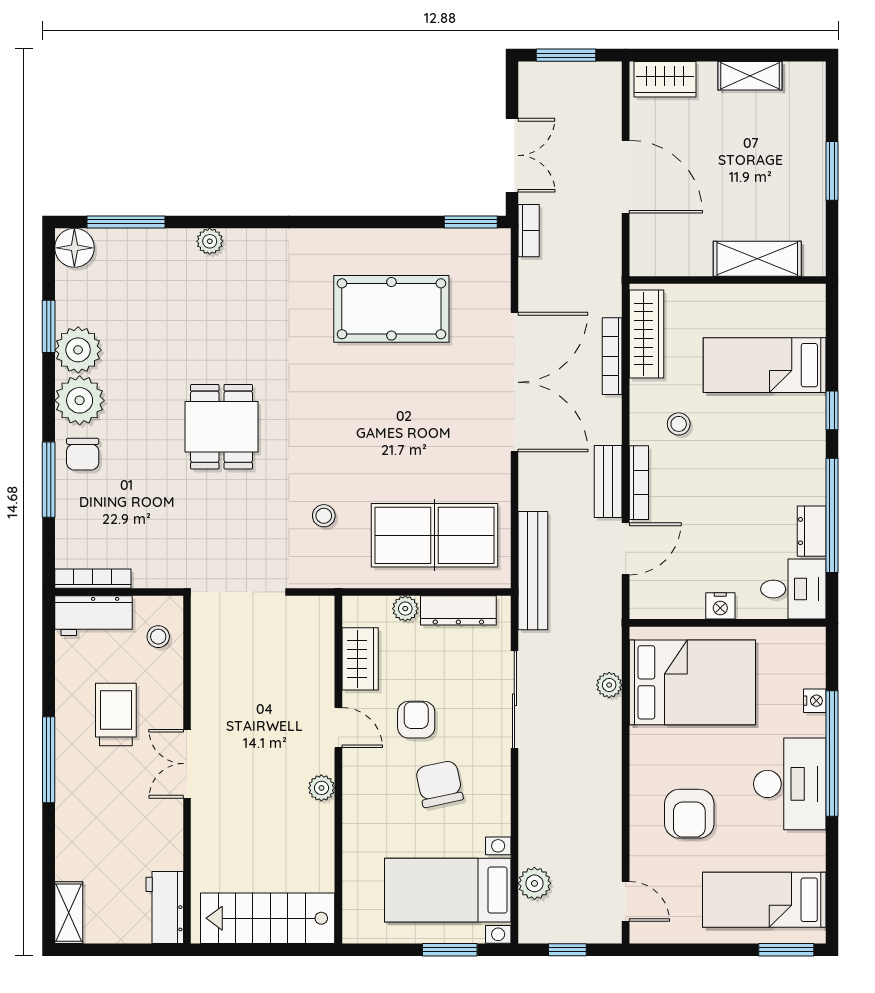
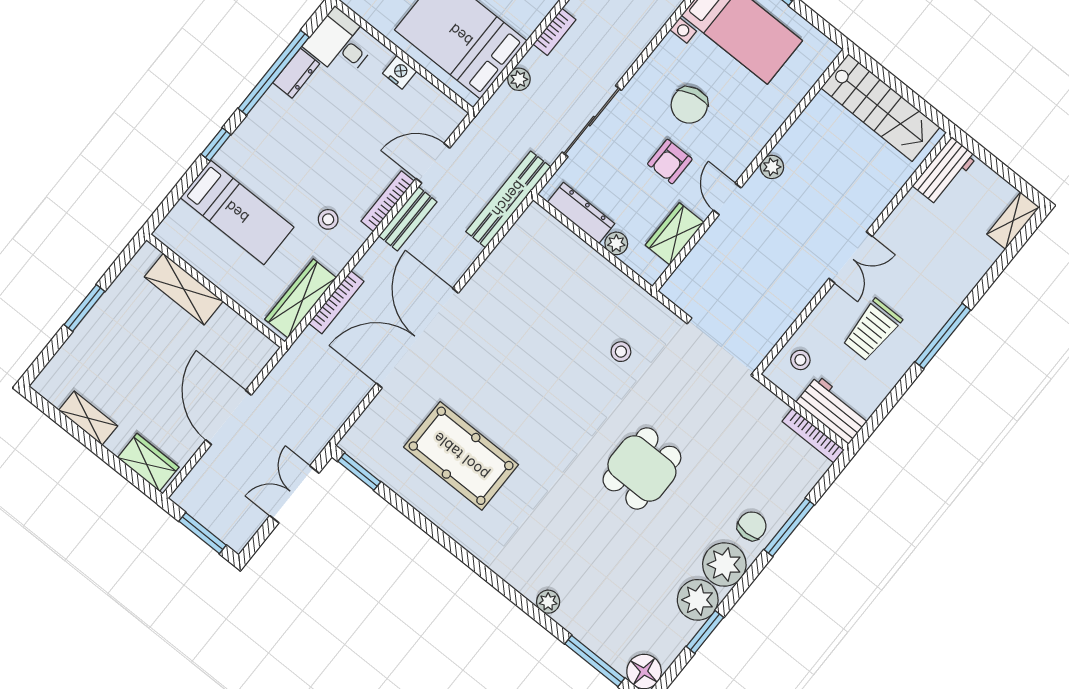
bookcase: (529, 231) -> (554, 32), moved, turned 180
table tennis table: (435, 535) -> (556, 277), removed

